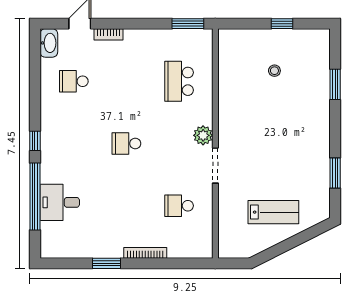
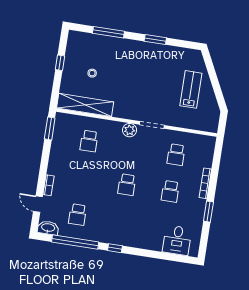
shelving: (228, 68) -> (85, 105), added
school desk: (179, 81) -> (89, 141), width x0.54
window: (335, 84) -> (108, 32), width x1.44
window: (335, 173) -> (155, 40), moved
window: (35, 196) -> (75, 242), moved
desk: (60, 202) -> (177, 240), moved
school desk: (126, 206) -> (170, 191), added

